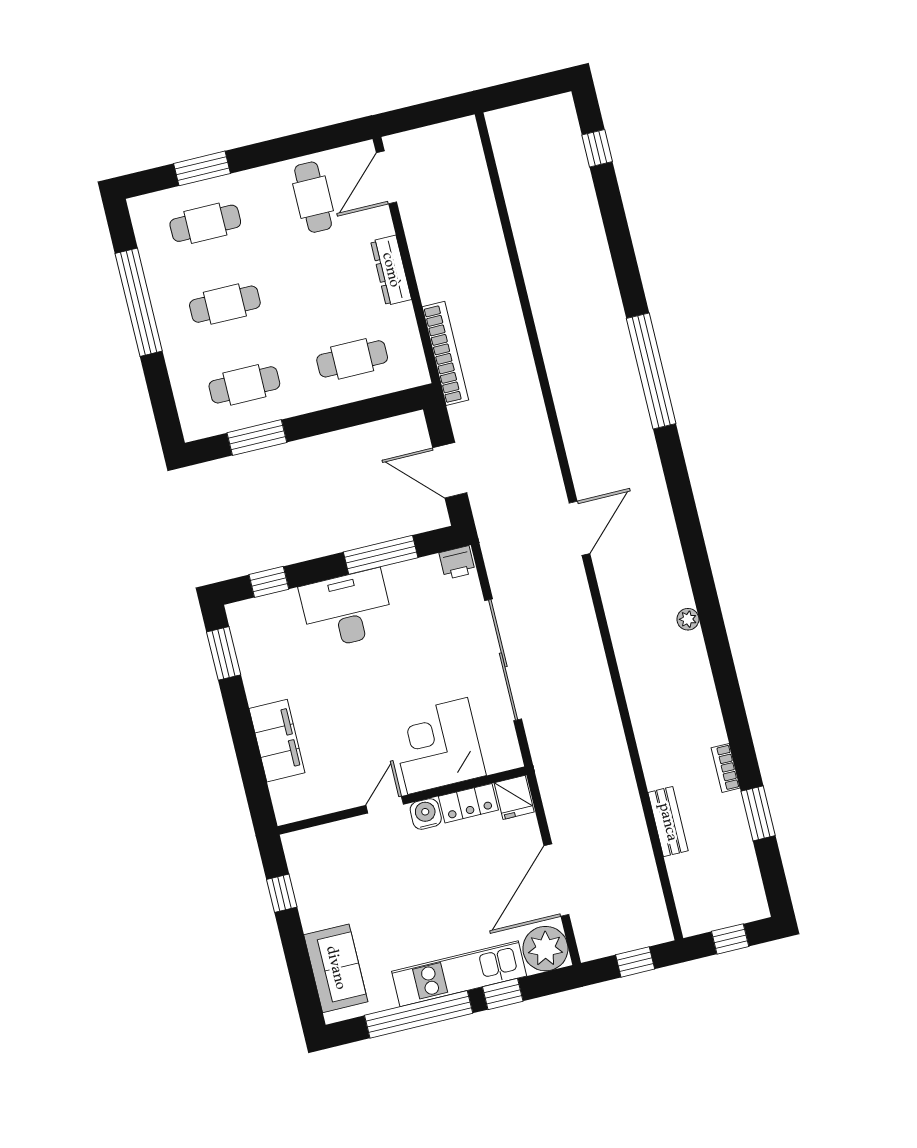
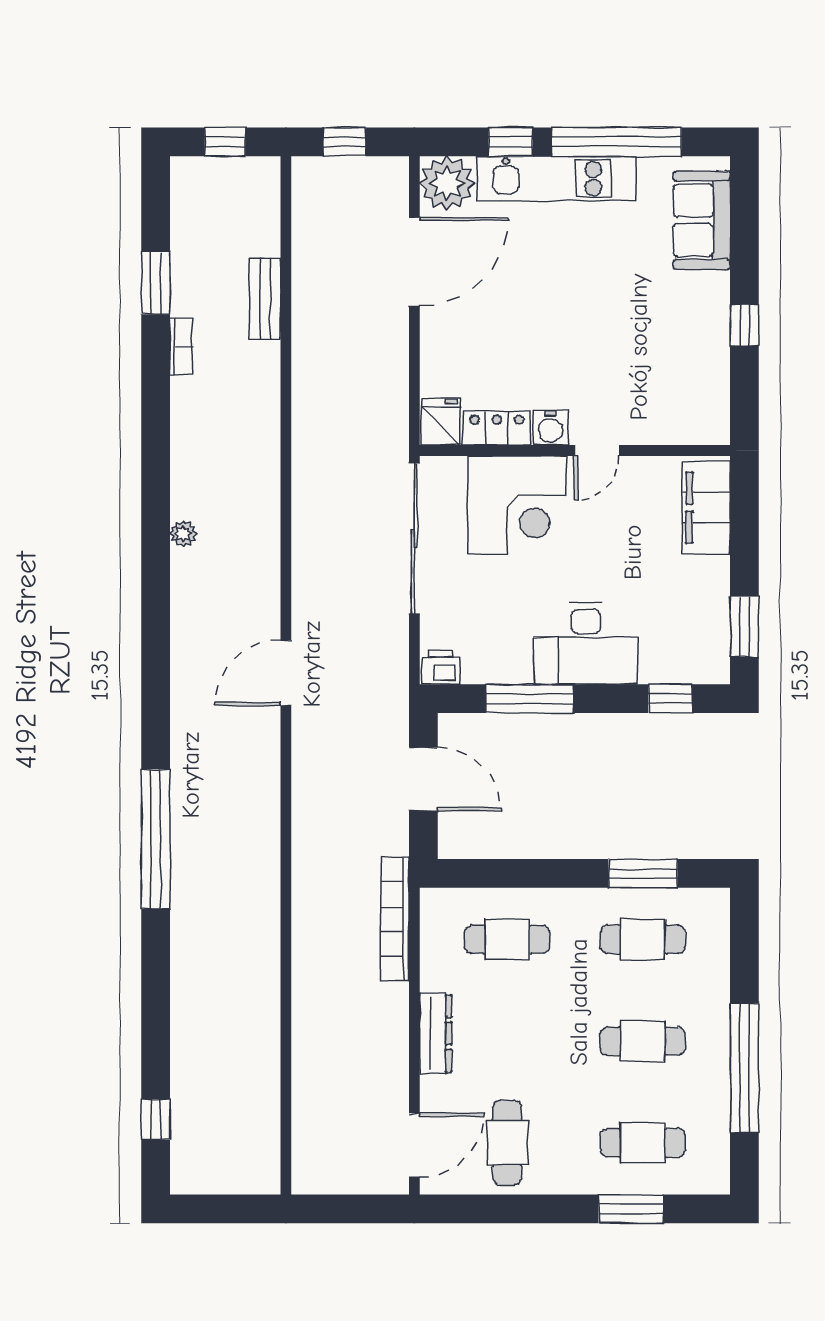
corner desk: (438, 746) -> (517, 505), moved
fridge: (514, 797) -> (441, 422), moved
wall: (402, 801) -> (575, 451), moved
locker: (468, 803) -> (497, 428), moved
door: (385, 805) -> (597, 451), moved
water cooler: (426, 814) -> (551, 428), moved

